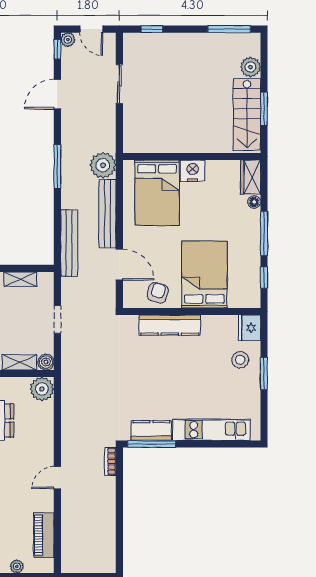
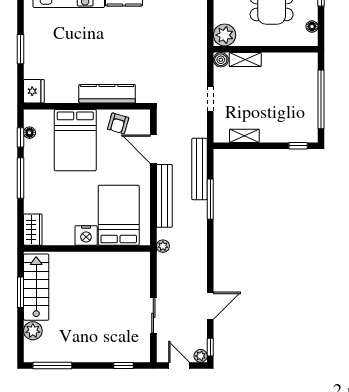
plant: (103, 165) -> (163, 246), width x0.53, depth x0.53
window: (57, 167) -> (210, 199), moved
floor lamp: (254, 202) -> (30, 133), moved
stool: (240, 360) -> (42, 62), removed

